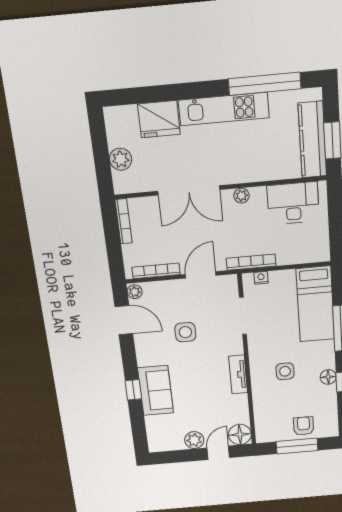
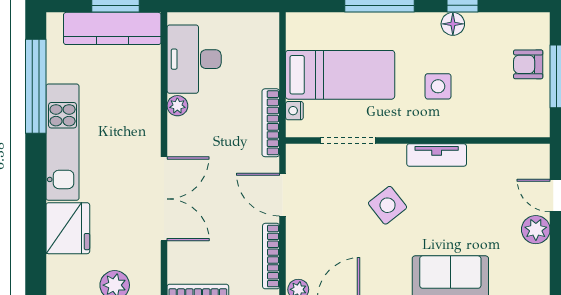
plant: (241, 196) -> (177, 106), moved
bed: (315, 304) -> (340, 75), moved
side table: (185, 332) -> (388, 205), moved, turned -38
floor lamp: (240, 434) -> (533, 161), removed

